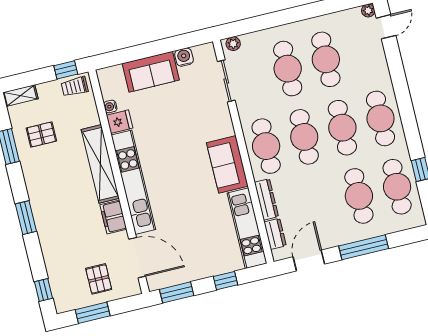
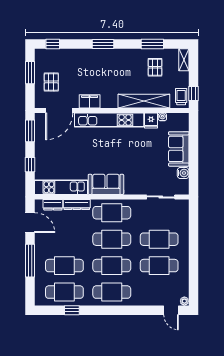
plant: (233, 44) -> (184, 207), removed
shelving: (100, 164) -> (144, 101), moved
pallet: (99, 279) -> (51, 82), turned 90

